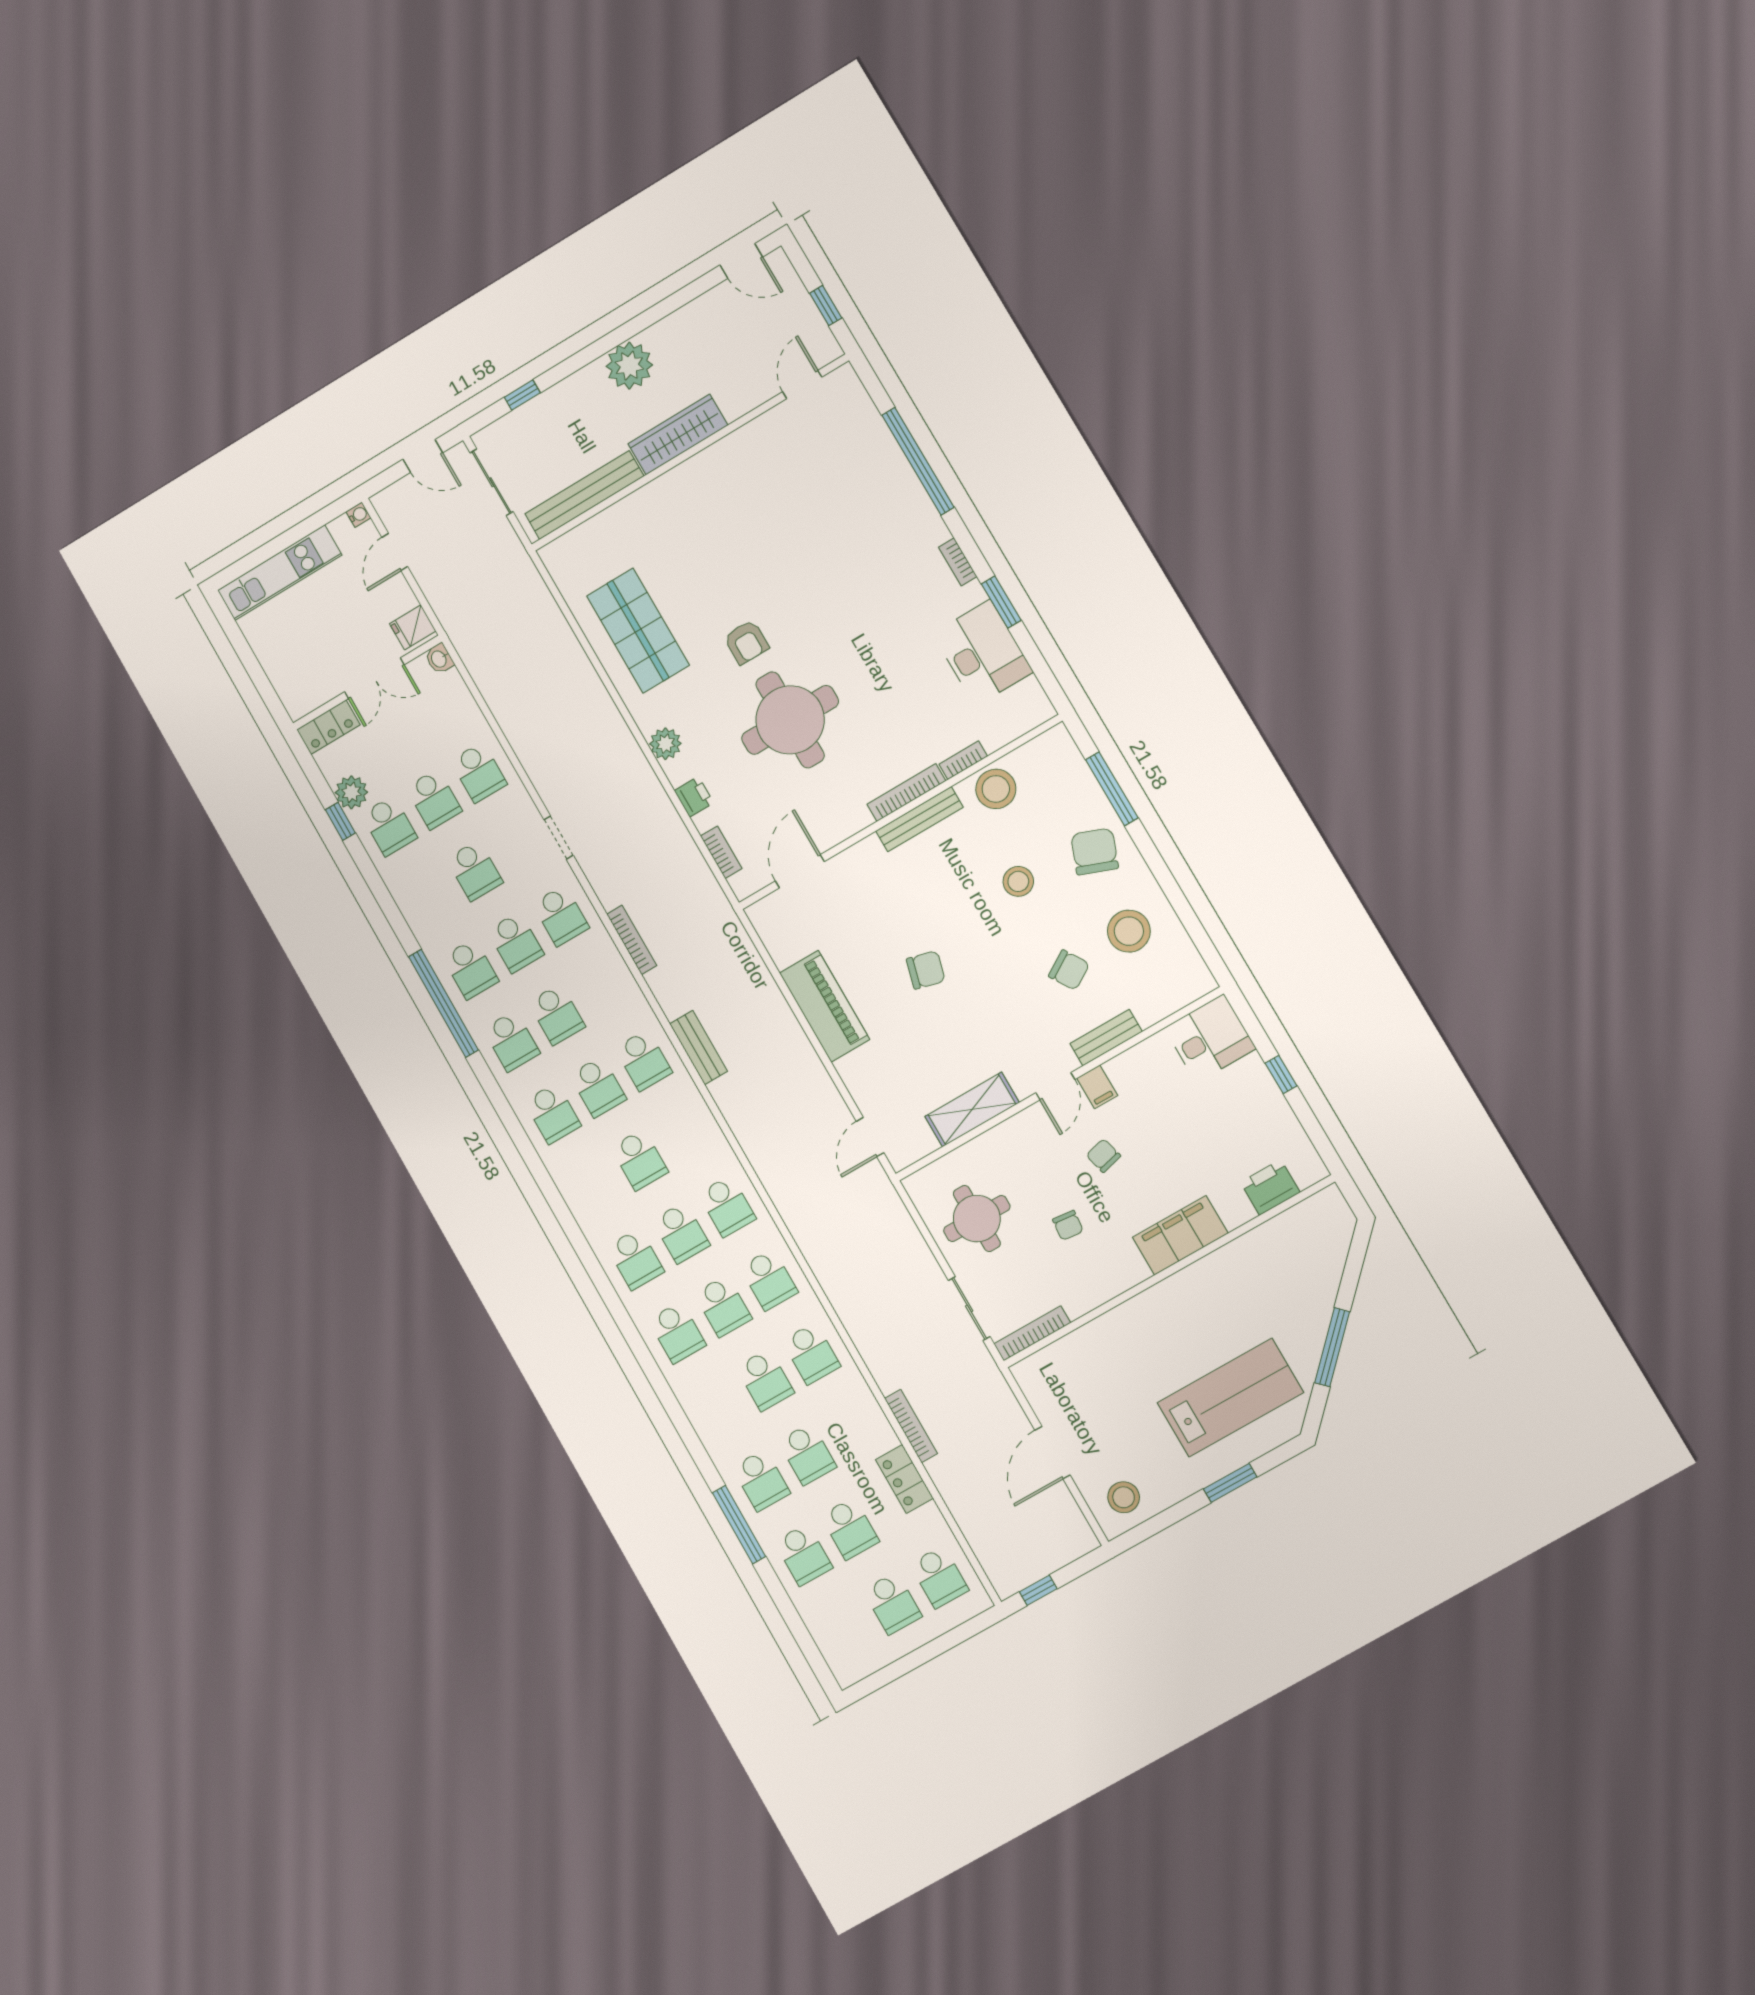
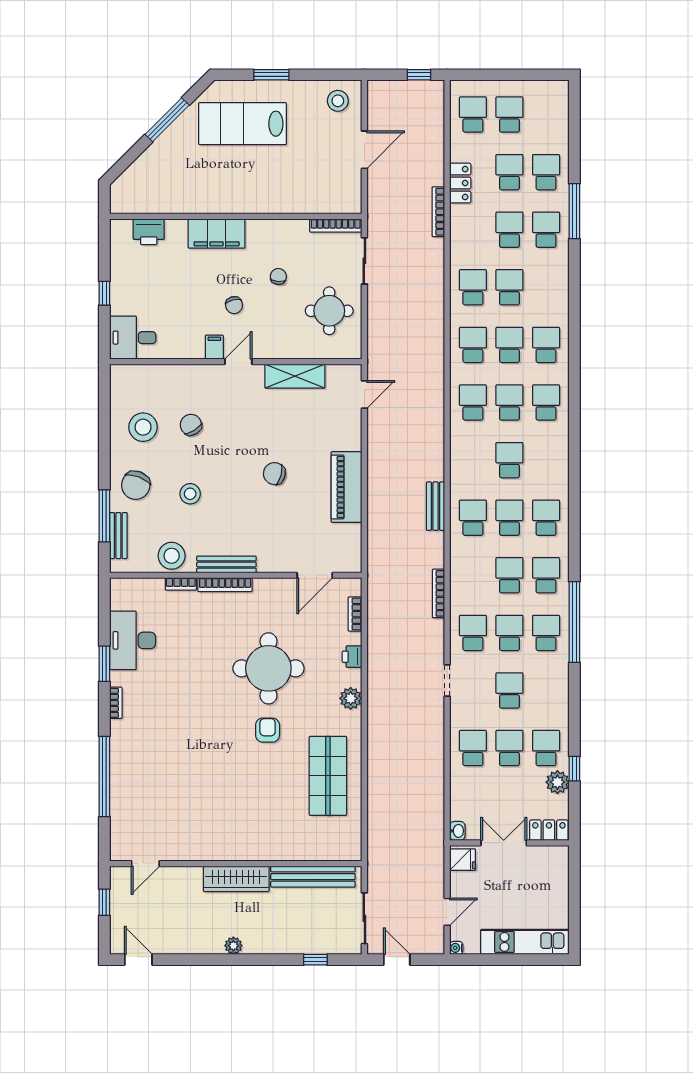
plant: (629, 366) -> (233, 946), width x0.53, depth x0.53
bench: (1106, 1038) -> (118, 536), moved, turned 90

